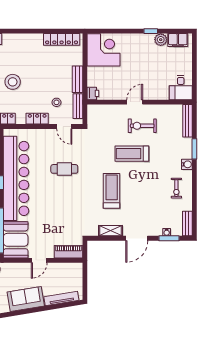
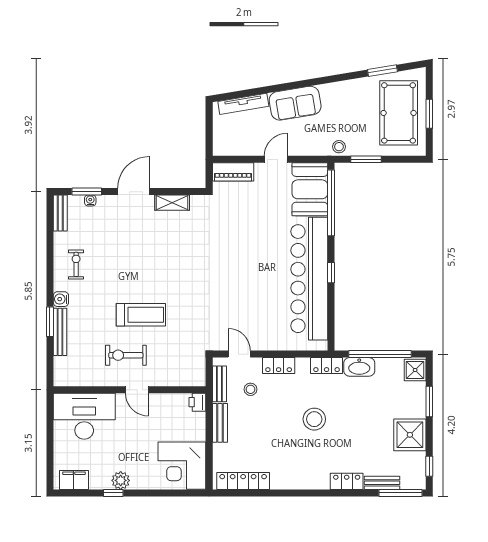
plant: (161, 40) -> (121, 480), moved
desk: (181, 88) -> (84, 416), width x1.87, depth x1.30
door: (135, 102) -> (137, 390), hinge flipped
bench: (187, 121) -> (60, 332), moved
exercise bike: (142, 126) -> (126, 355), turned 180
cafe table: (64, 169) -> (239, 292), removed
treadmill: (112, 191) -> (170, 261), removed

